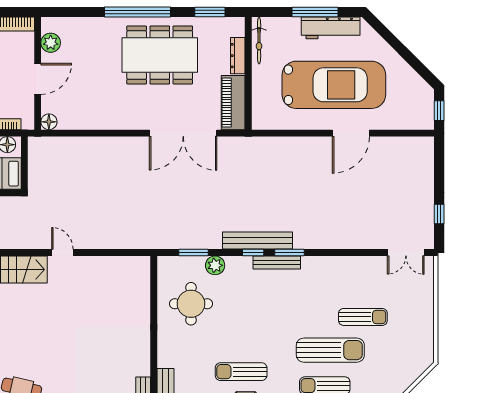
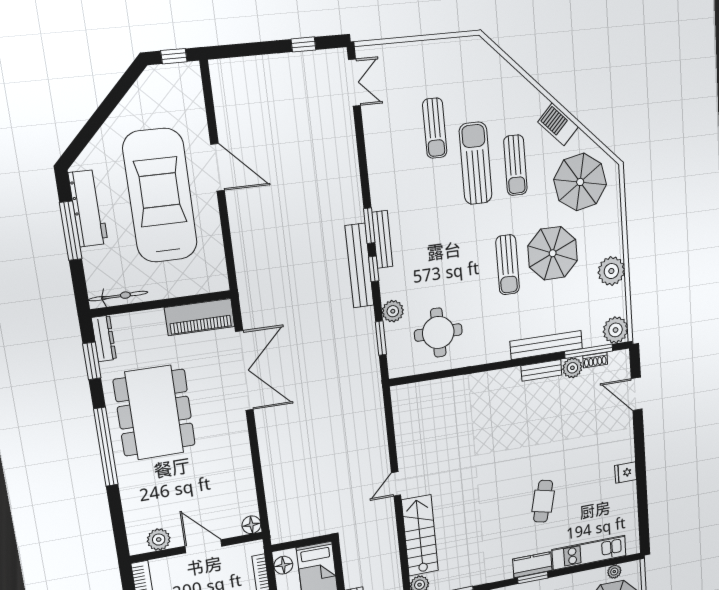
dresser: (238, 56) -> (104, 338), moved, turned -90
sun lounger: (363, 317) -> (435, 128), turned 180

